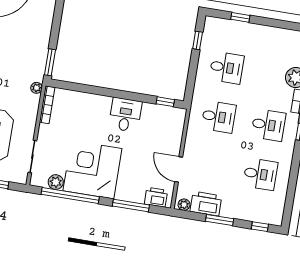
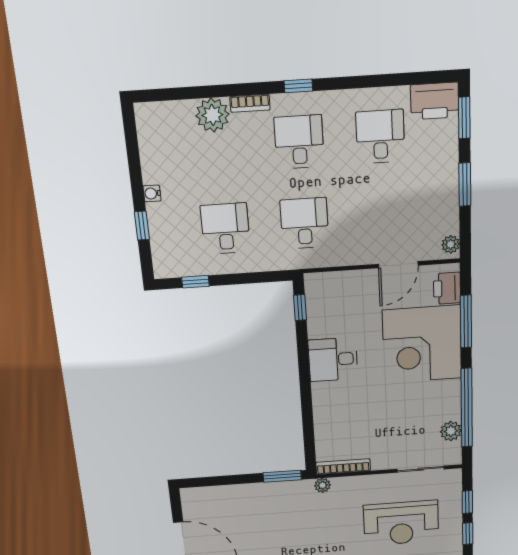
water cooler: (258, 29) -> (152, 193), added
corner desk: (92, 170) -> (422, 344), moved
printer: (206, 204) -> (435, 101), moved, turned -90
window: (260, 227) -> (464, 118), width x1.50

